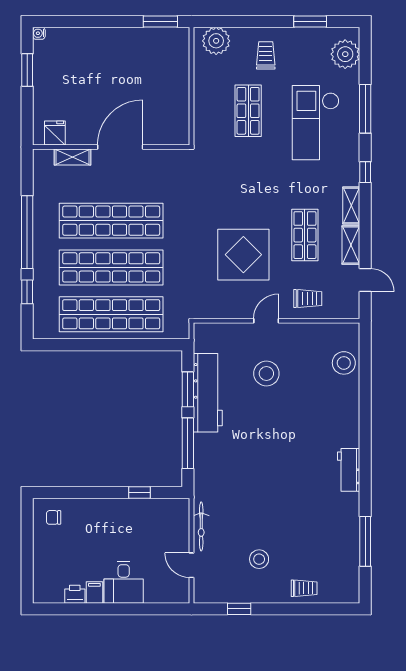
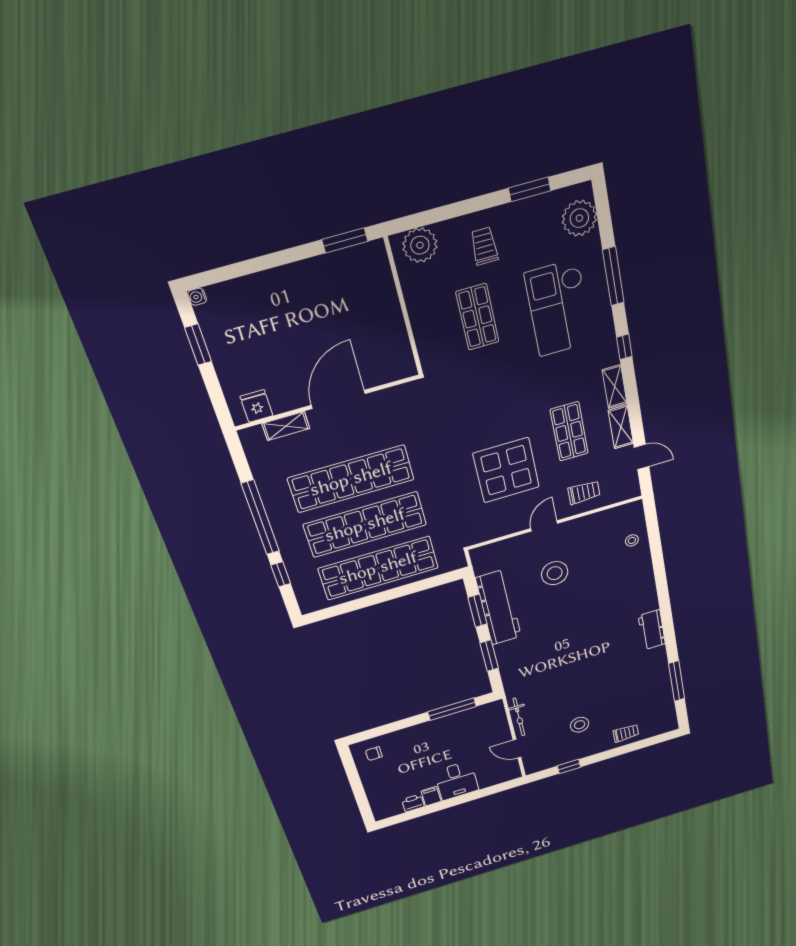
stool: (344, 363) -> (632, 540), width x0.53, depth x0.53
window: (188, 443) -> (489, 656), width x0.69
window: (139, 493) -> (452, 709), width x2.17

